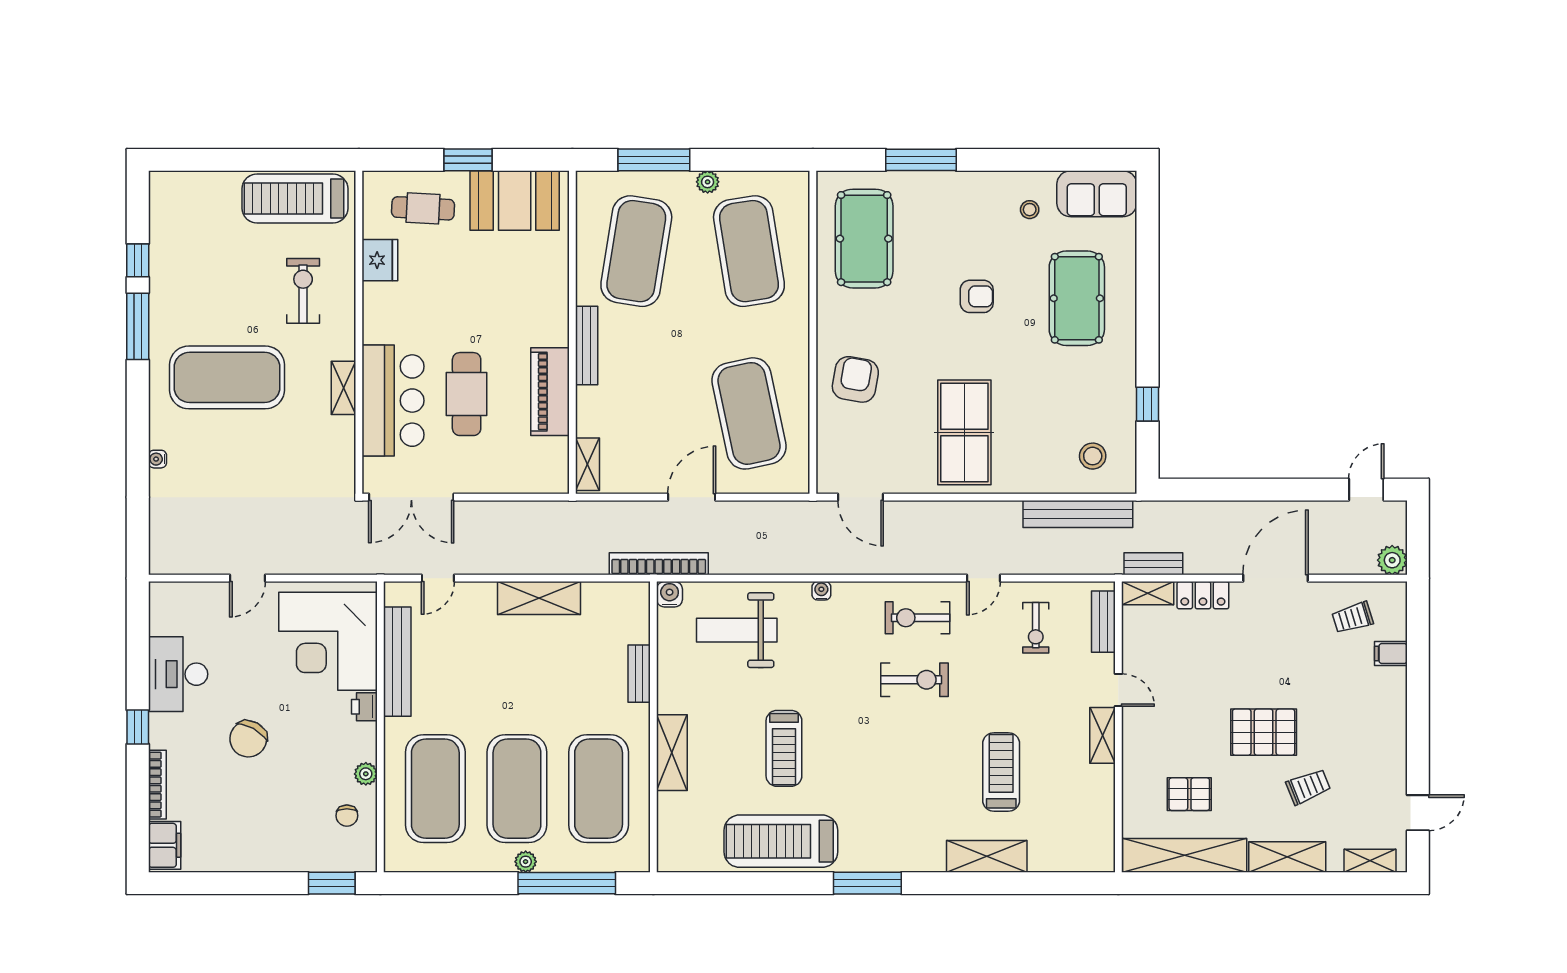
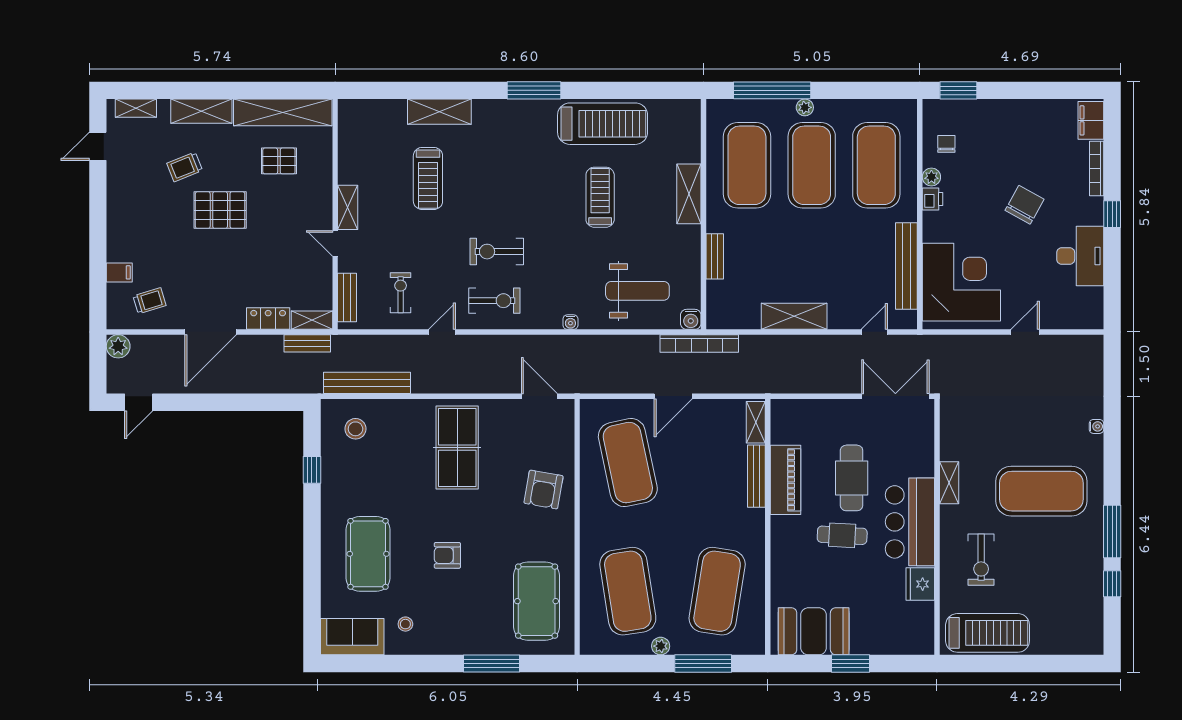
cafe table: (423, 208) -> (842, 535), moved
bench: (587, 345) -> (756, 476), moved
bar counter: (393, 401) -> (910, 522), moved
printer: (364, 707) -> (933, 199), moved

